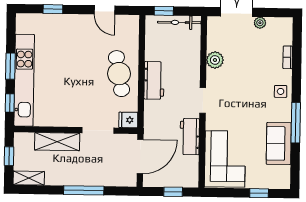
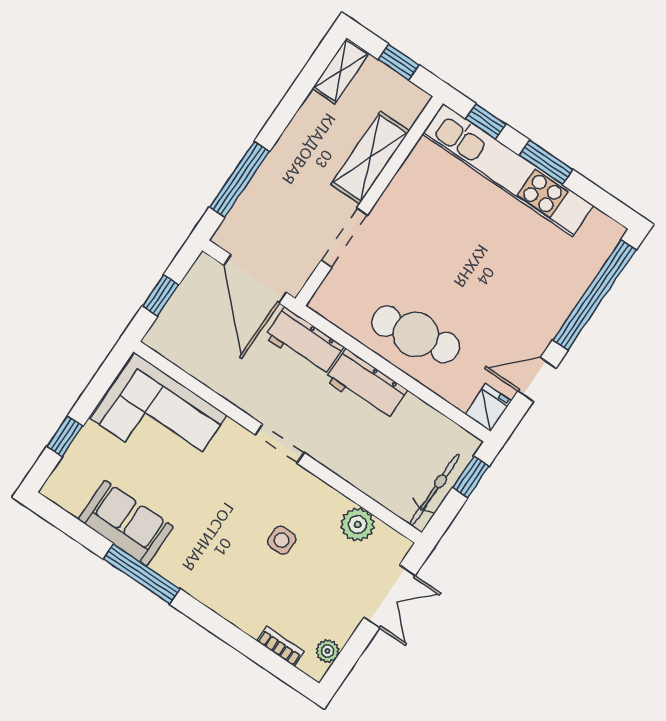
window: (53, 9) -> (594, 295), width x3.17
plant: (260, 23) -> (327, 651), moved
bookcase: (288, 57) -> (280, 646), moved
plant: (215, 60) -> (358, 524), moved
side table: (281, 91) -> (282, 540), moved
fridge: (128, 120) -> (488, 408), moved
workbench: (190, 137) -> (304, 342), moved, turned 180
window: (84, 190) -> (239, 179), moved

